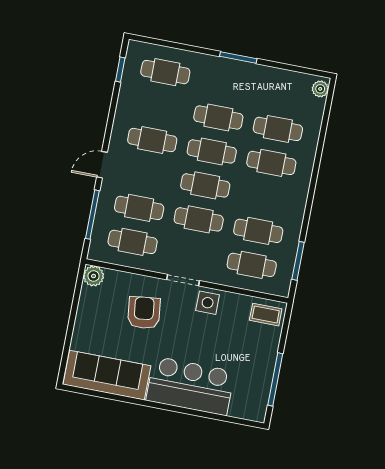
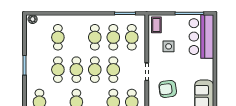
cafe table: (271, 163) -> (95, 37), moved
side table: (208, 303) -> (169, 46), moved
bar counter: (190, 386) -> (201, 37), moved

